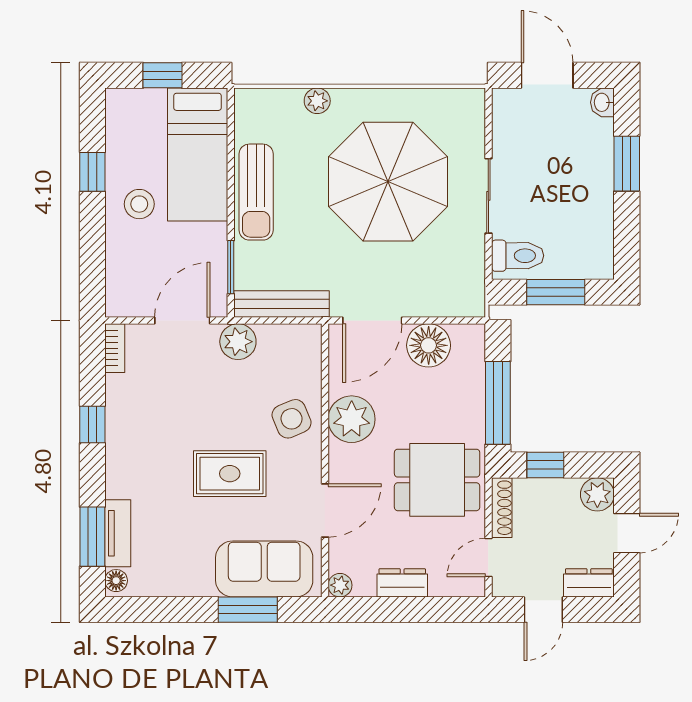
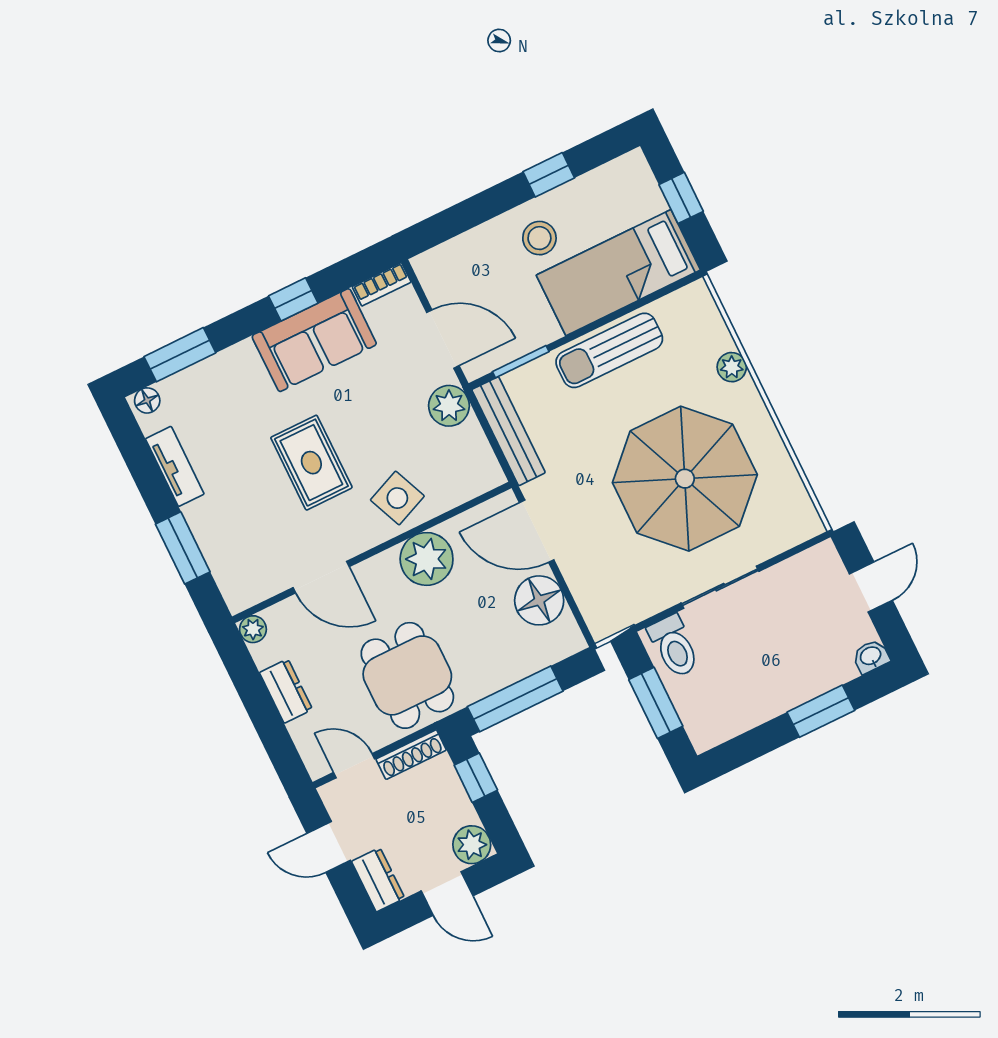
door: (547, 75) -> (871, 587), width x0.73
tv unit: (118, 533) -> (175, 466), moved, turned -90
sofa: (264, 569) -> (314, 340), moved, turned 90

